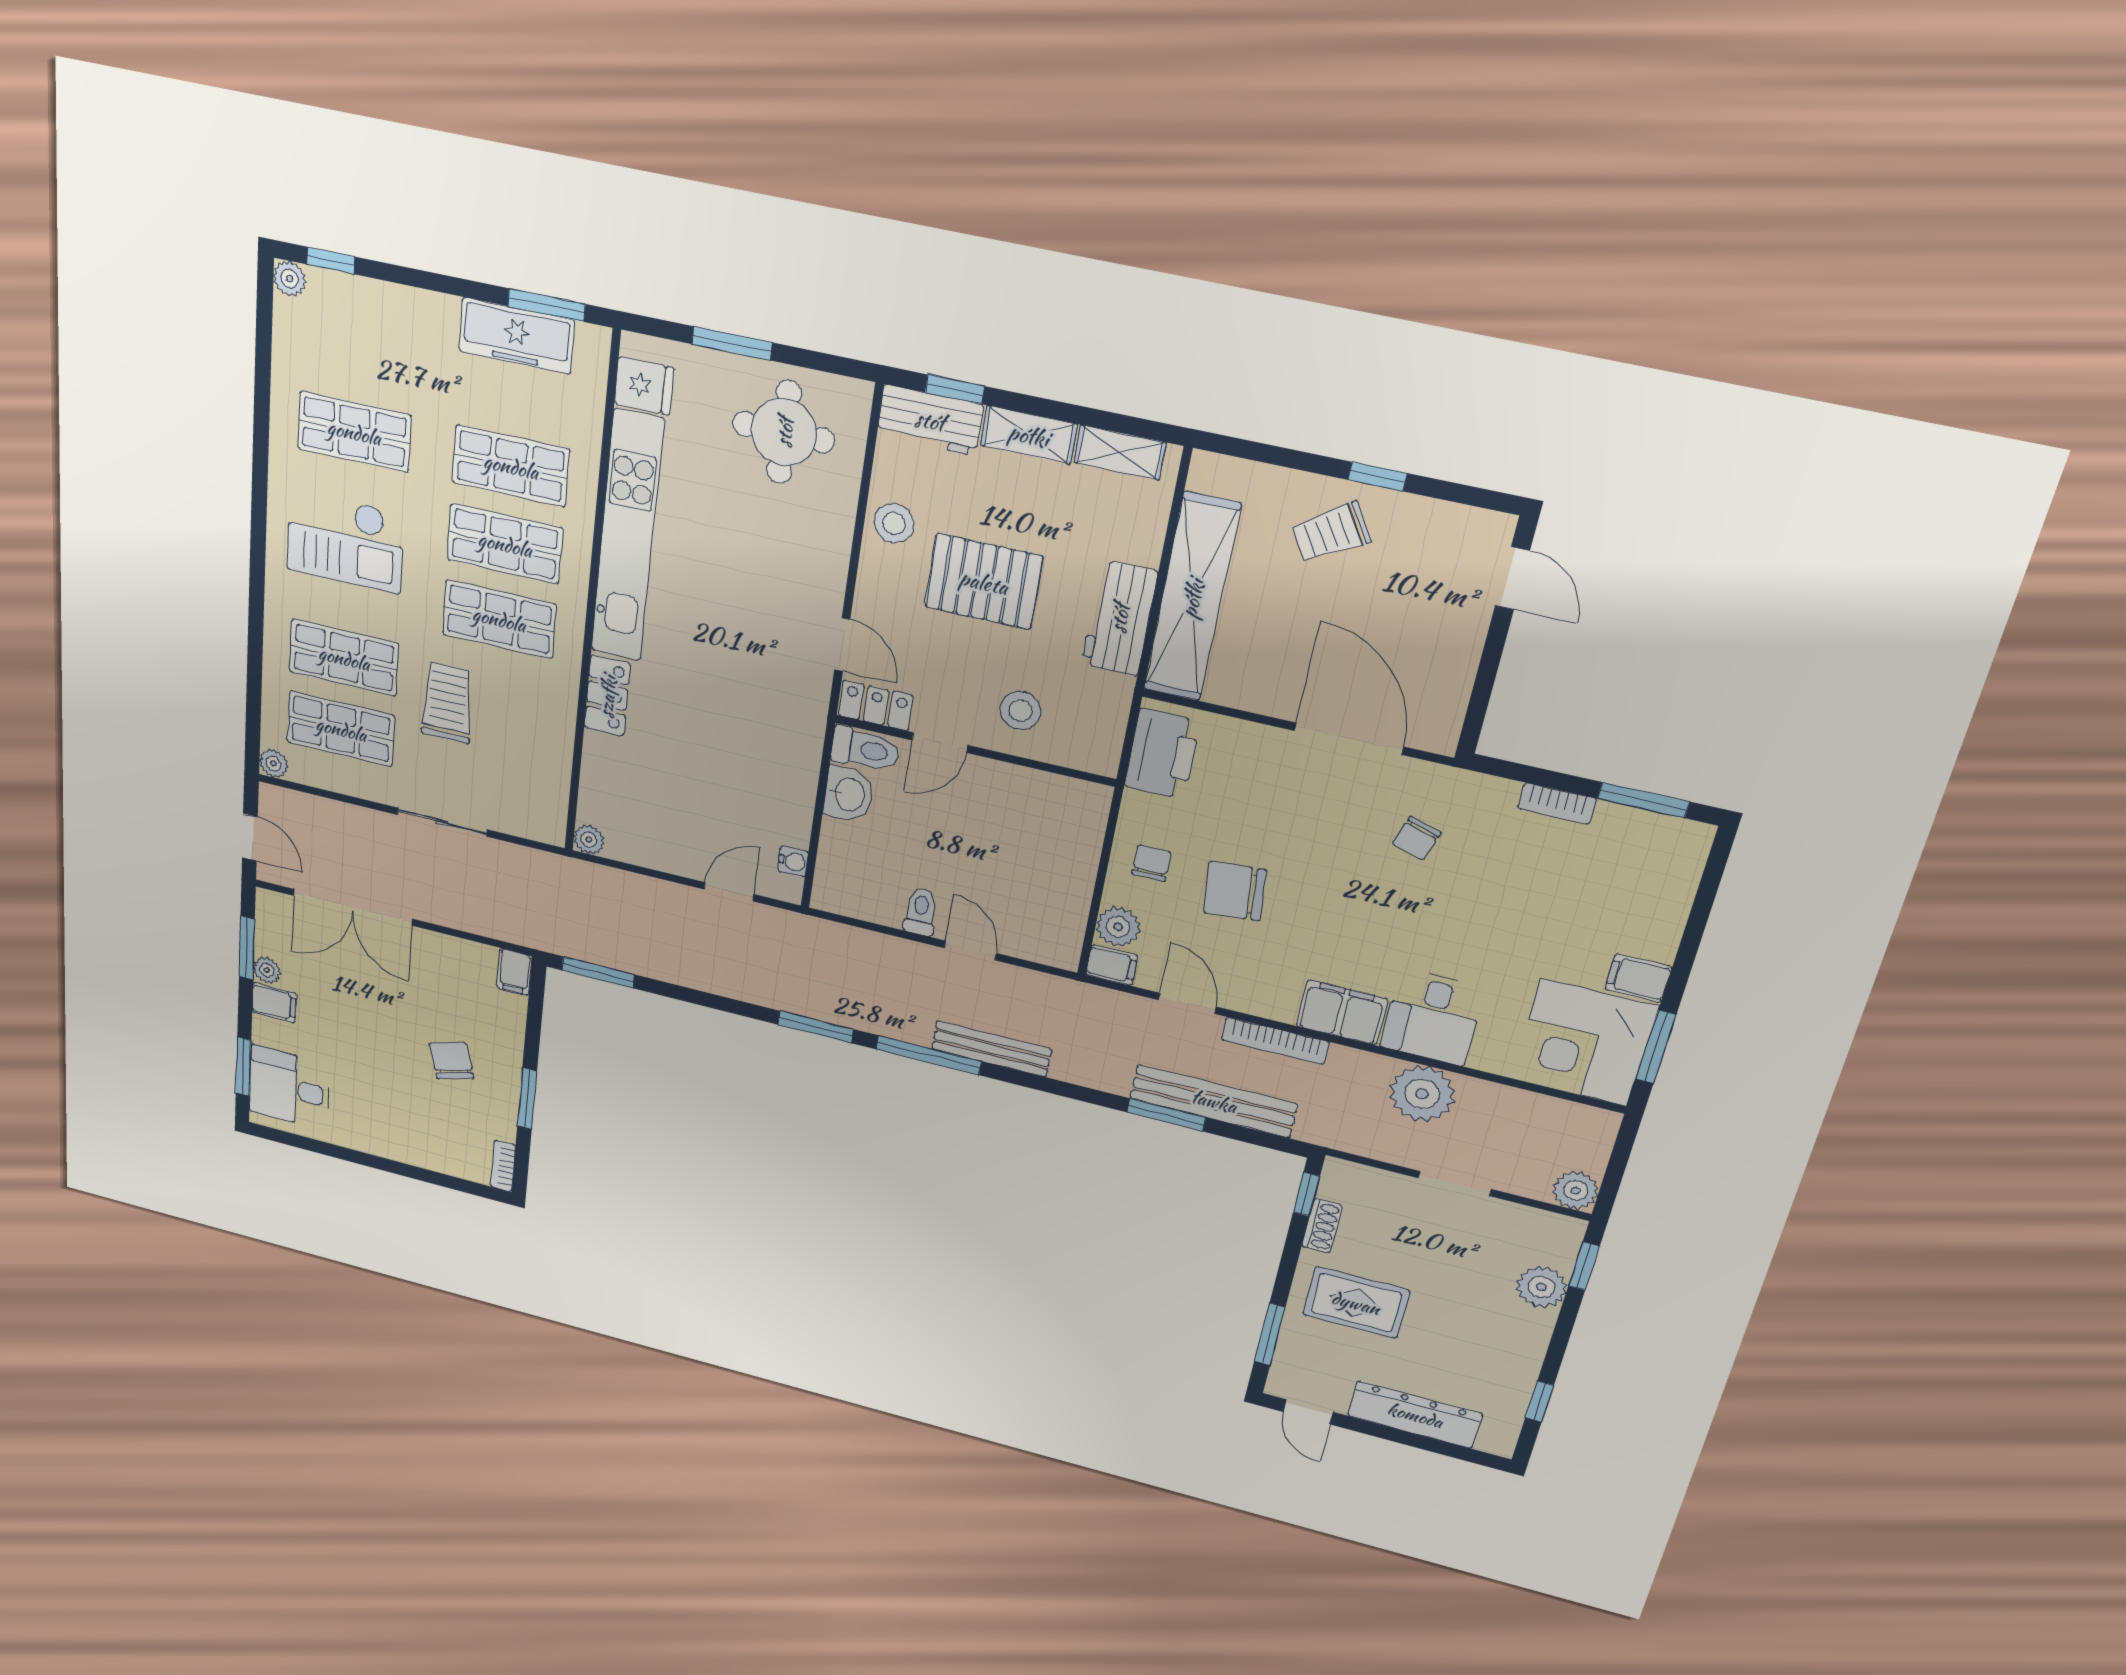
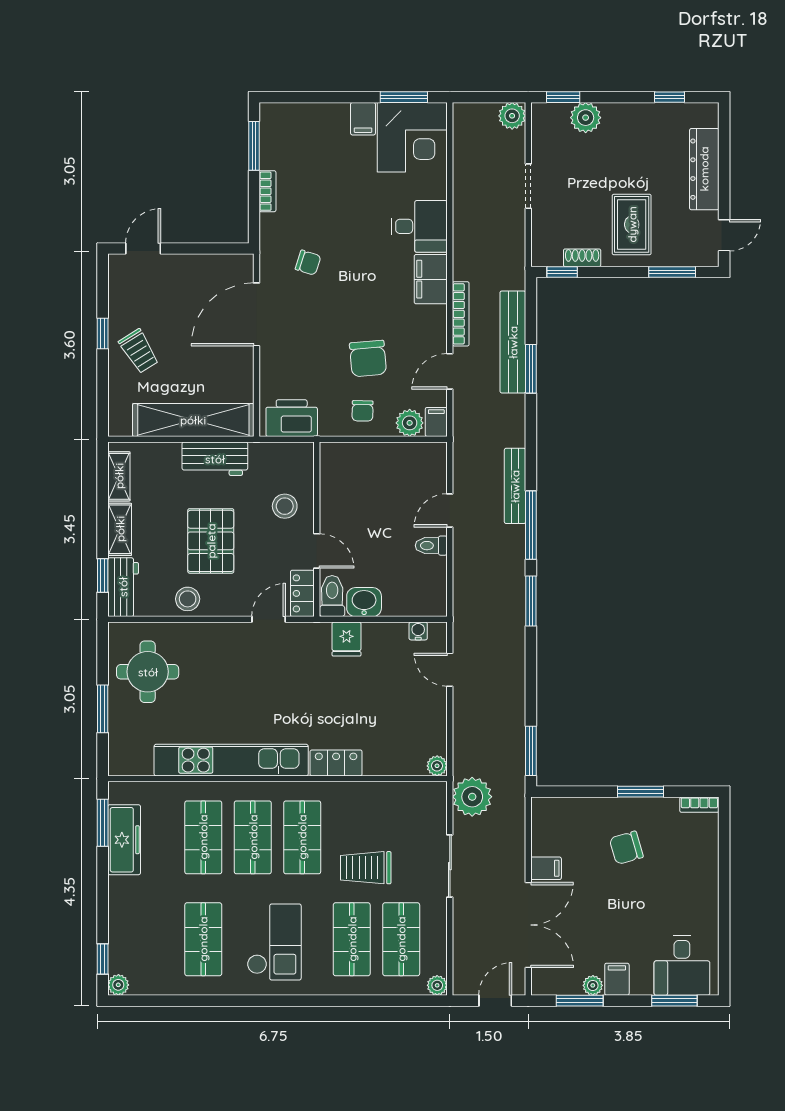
fridge: (644, 386) -> (346, 639), moved, turned 180
chair: (1152, 863) -> (363, 411), turned -89
filing cabinet: (514, 972) -> (546, 868), moved
plant: (1422, 1094) -> (472, 797), moved

